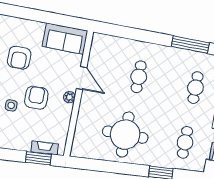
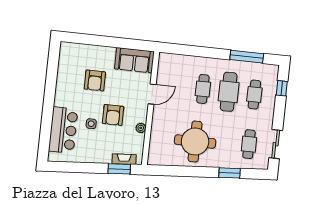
door: (82, 78) -> (152, 94), hinge flipped
cafe table: (167, 82) -> (229, 92), added
plant: (69, 97) -> (141, 128), moved
armchair: (36, 98) -> (113, 115), turned 180

